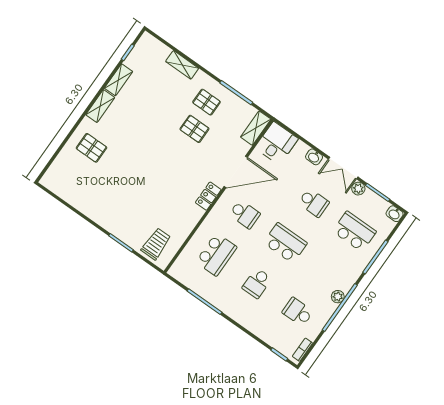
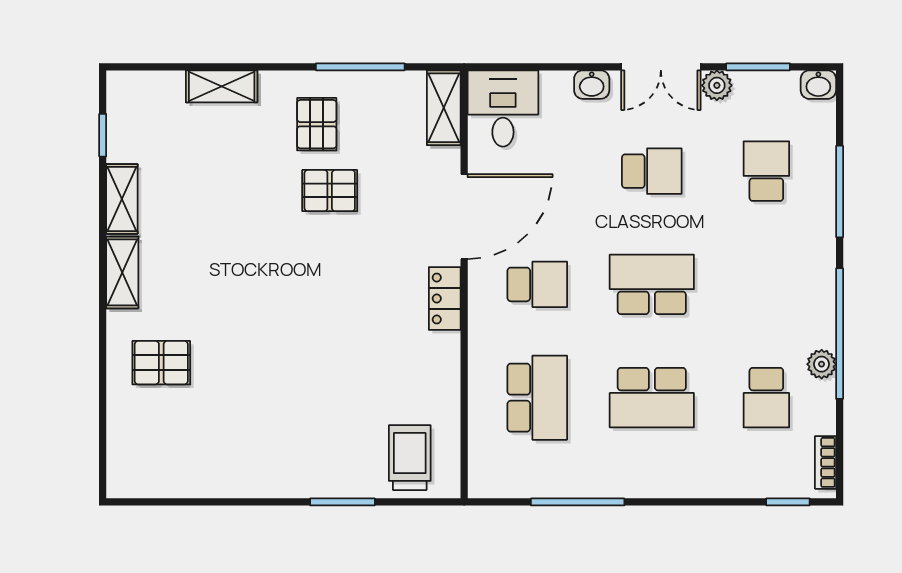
pallet: (206, 102) -> (317, 124), turned 90
school desk: (354, 231) -> (766, 171), width x0.54
school desk: (257, 283) -> (652, 398), width x1.85
plant: (338, 297) -> (822, 364), moved
school desk: (298, 312) -> (766, 398), turned -90

